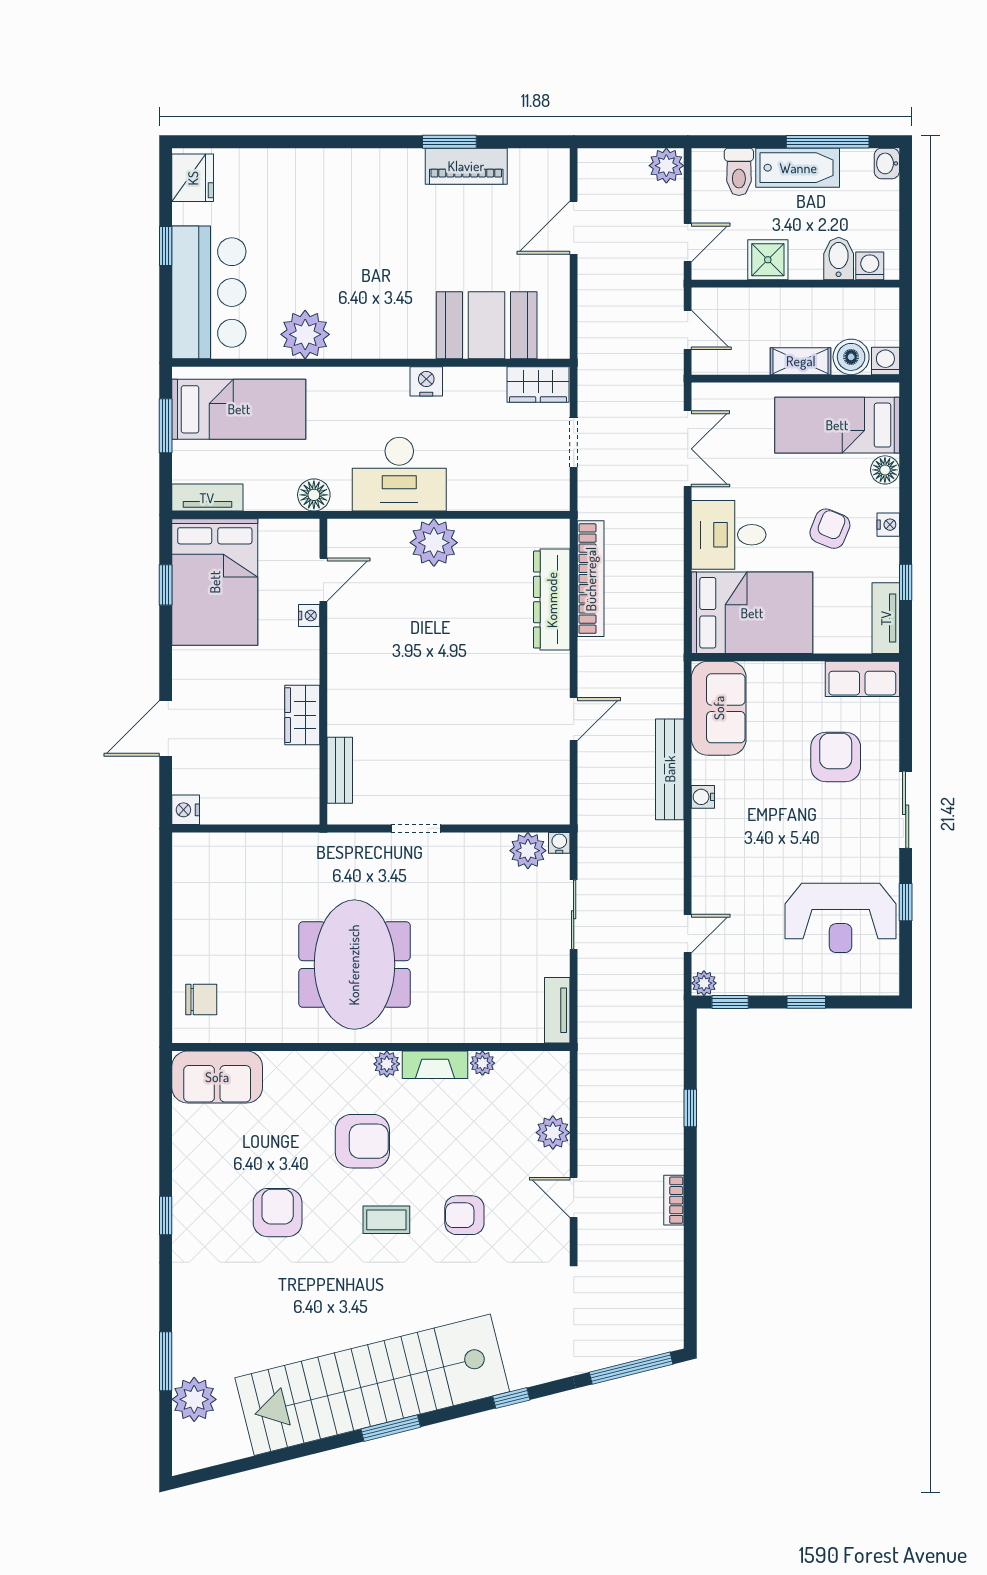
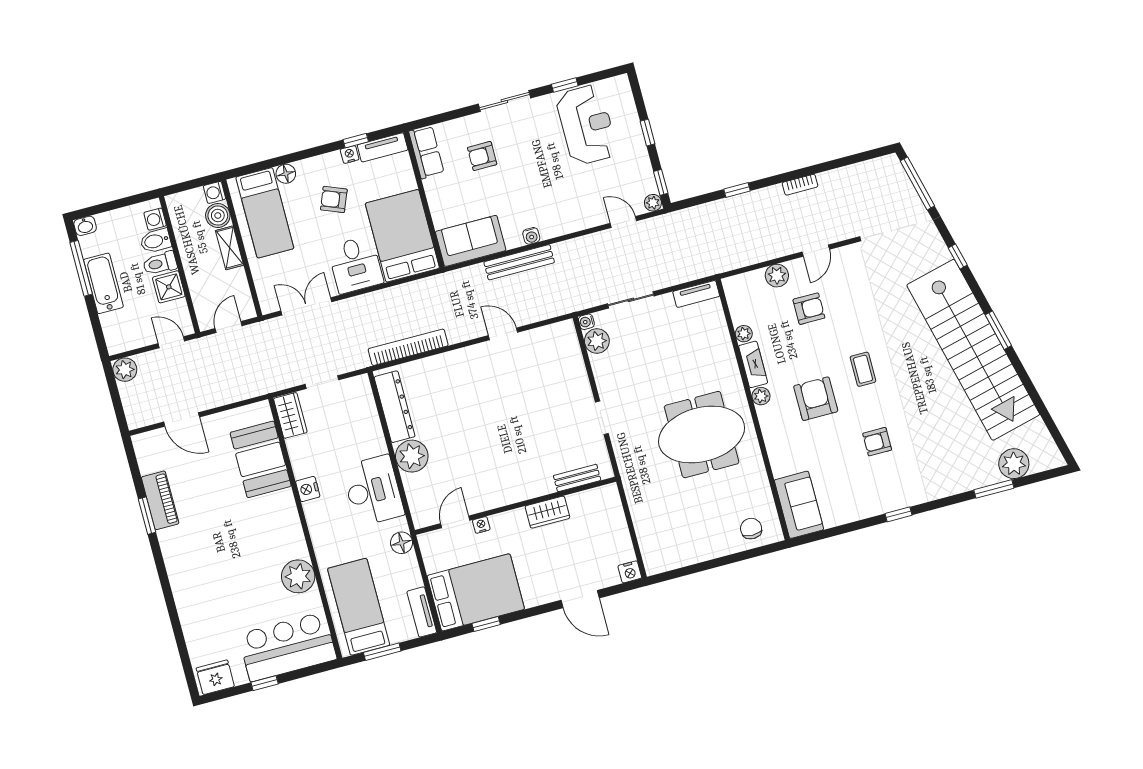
toilet: (739, 172) -> (160, 263), moved, turned 180
nightstand: (888, 525) -> (350, 154), moved
door: (323, 580) -> (455, 522), hinge flipped
dresser: (552, 600) -> (395, 407), moved, turned -90
armchair: (836, 757) -> (482, 156), width x0.72, depth x0.72
armchair: (278, 1213) -> (877, 442), width x0.72, depth x0.72
armchair: (464, 1215) -> (809, 309), moved, turned -90

